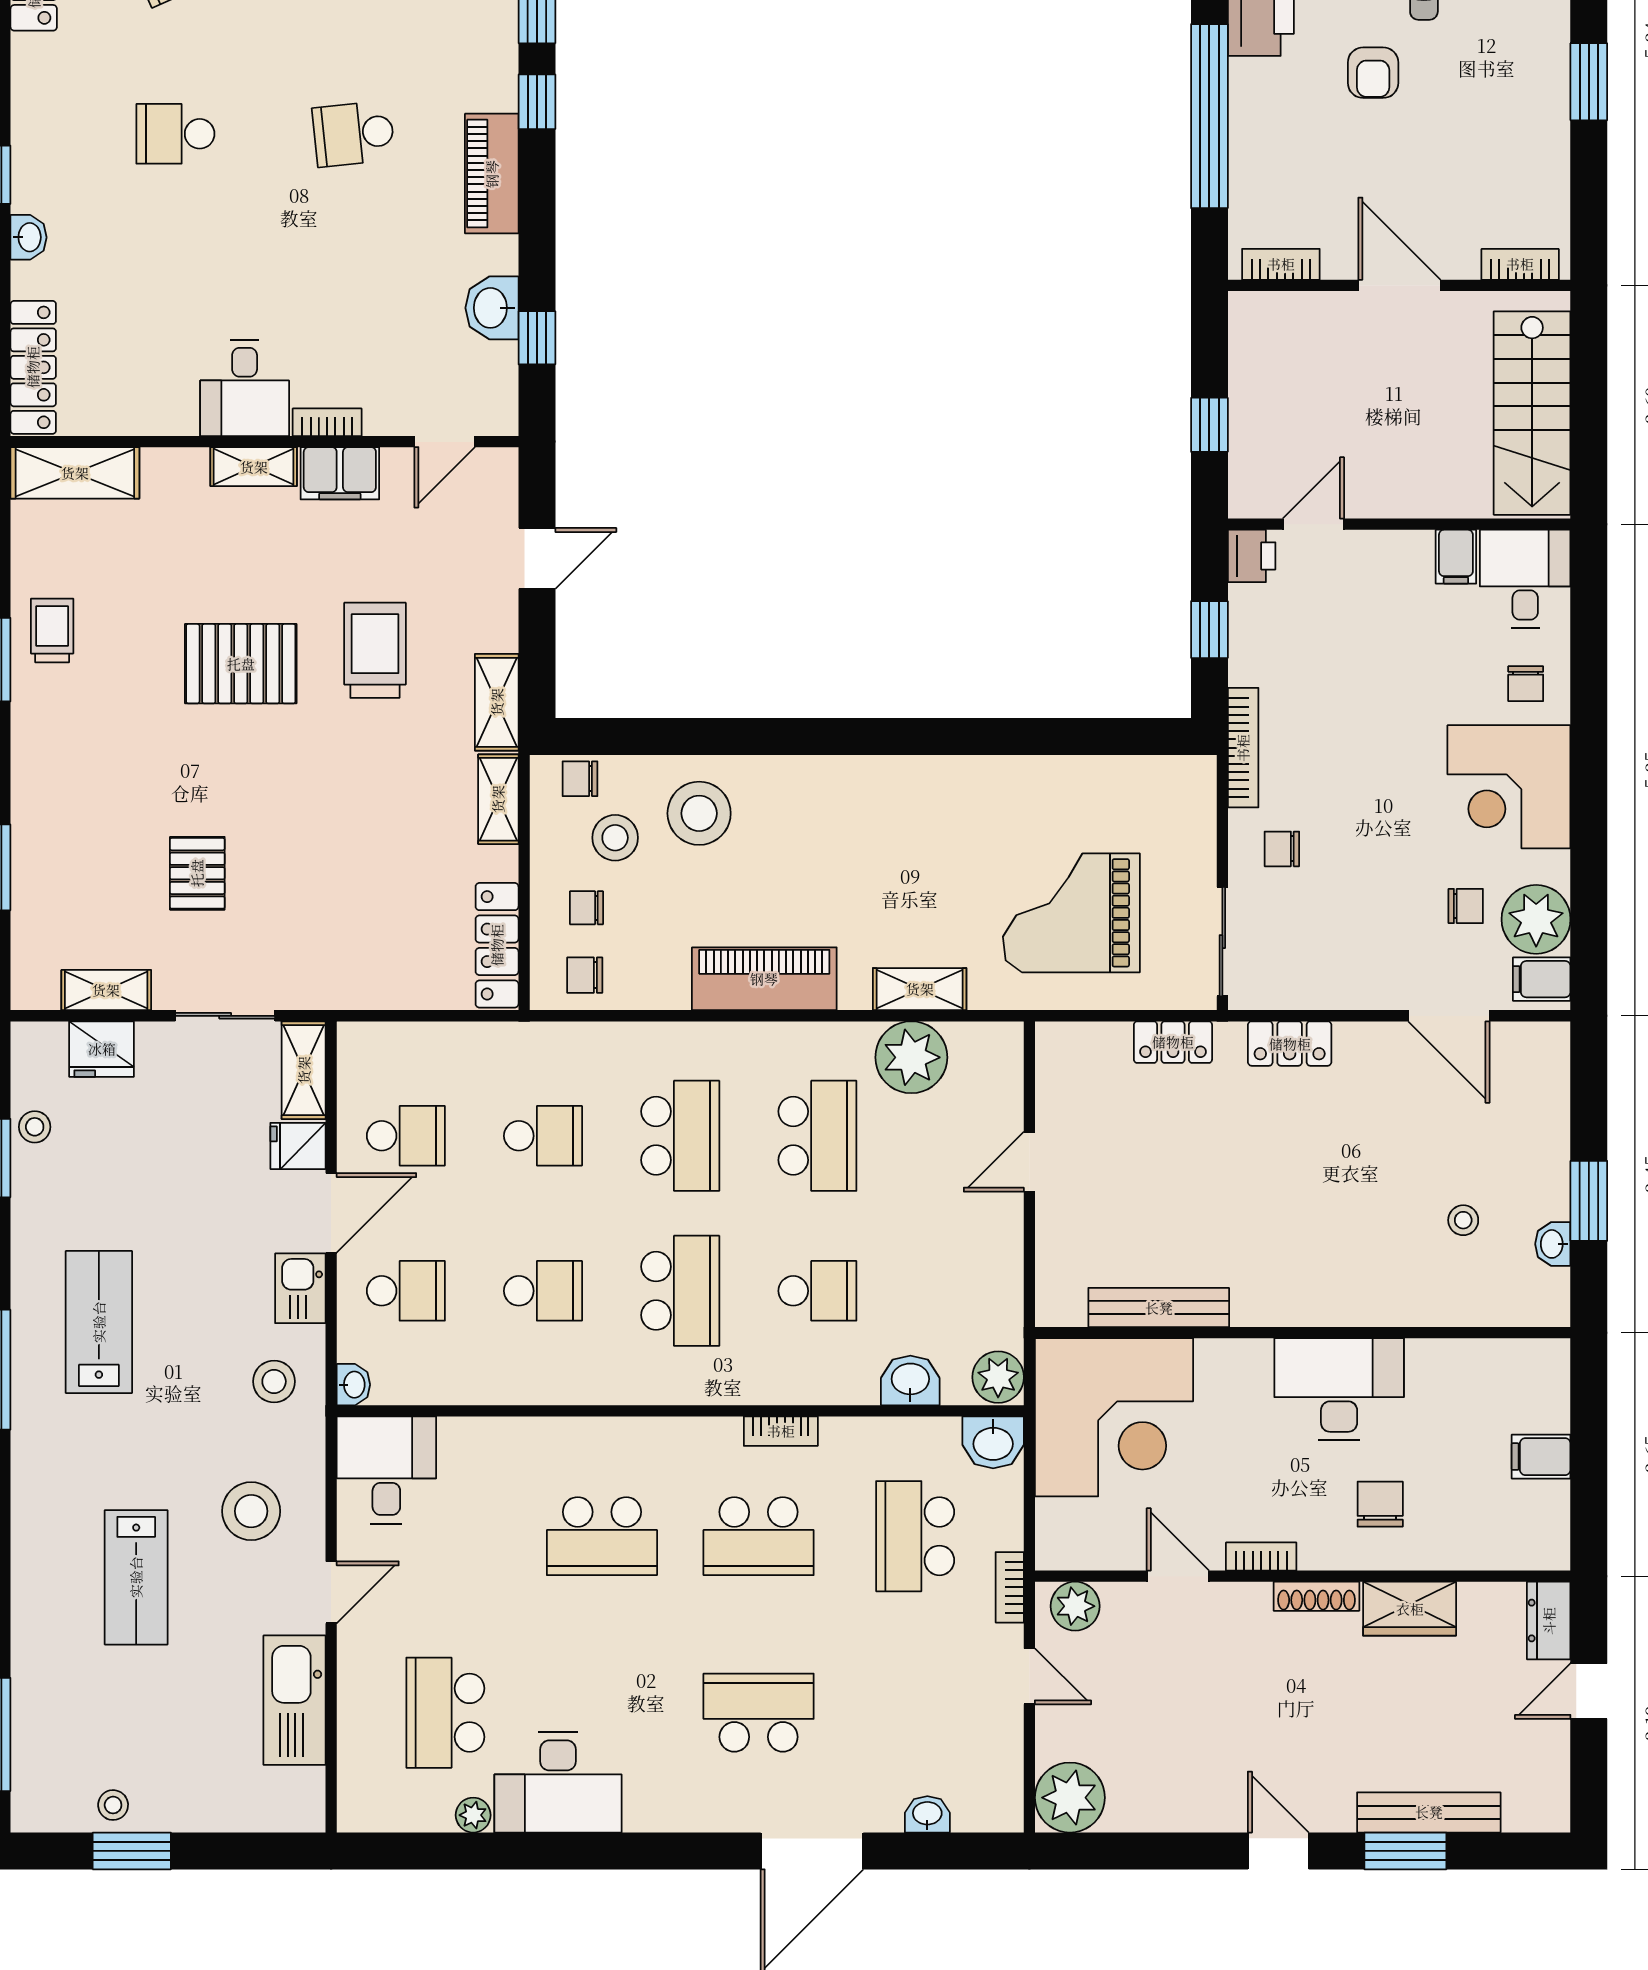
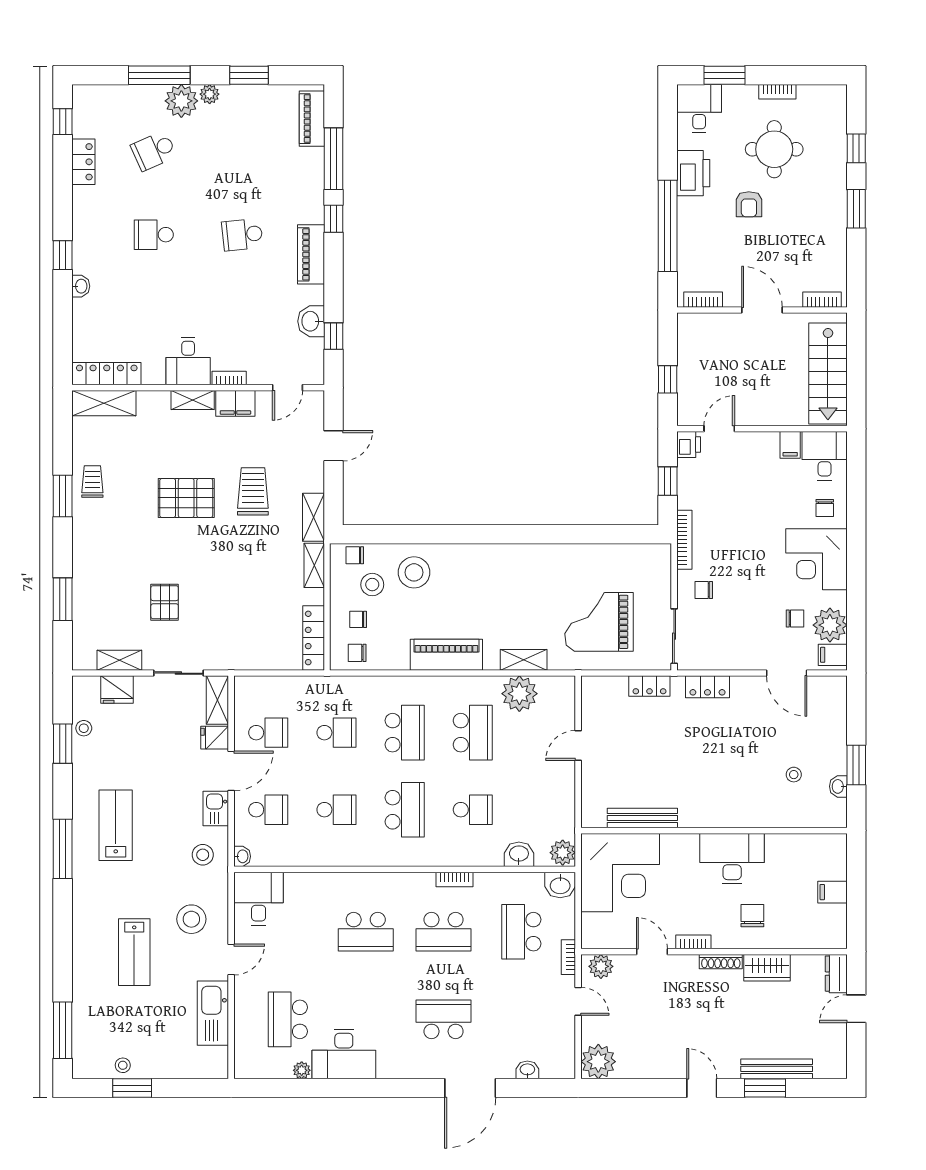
locker: (33, 367) -> (107, 374), moved, turned -90

